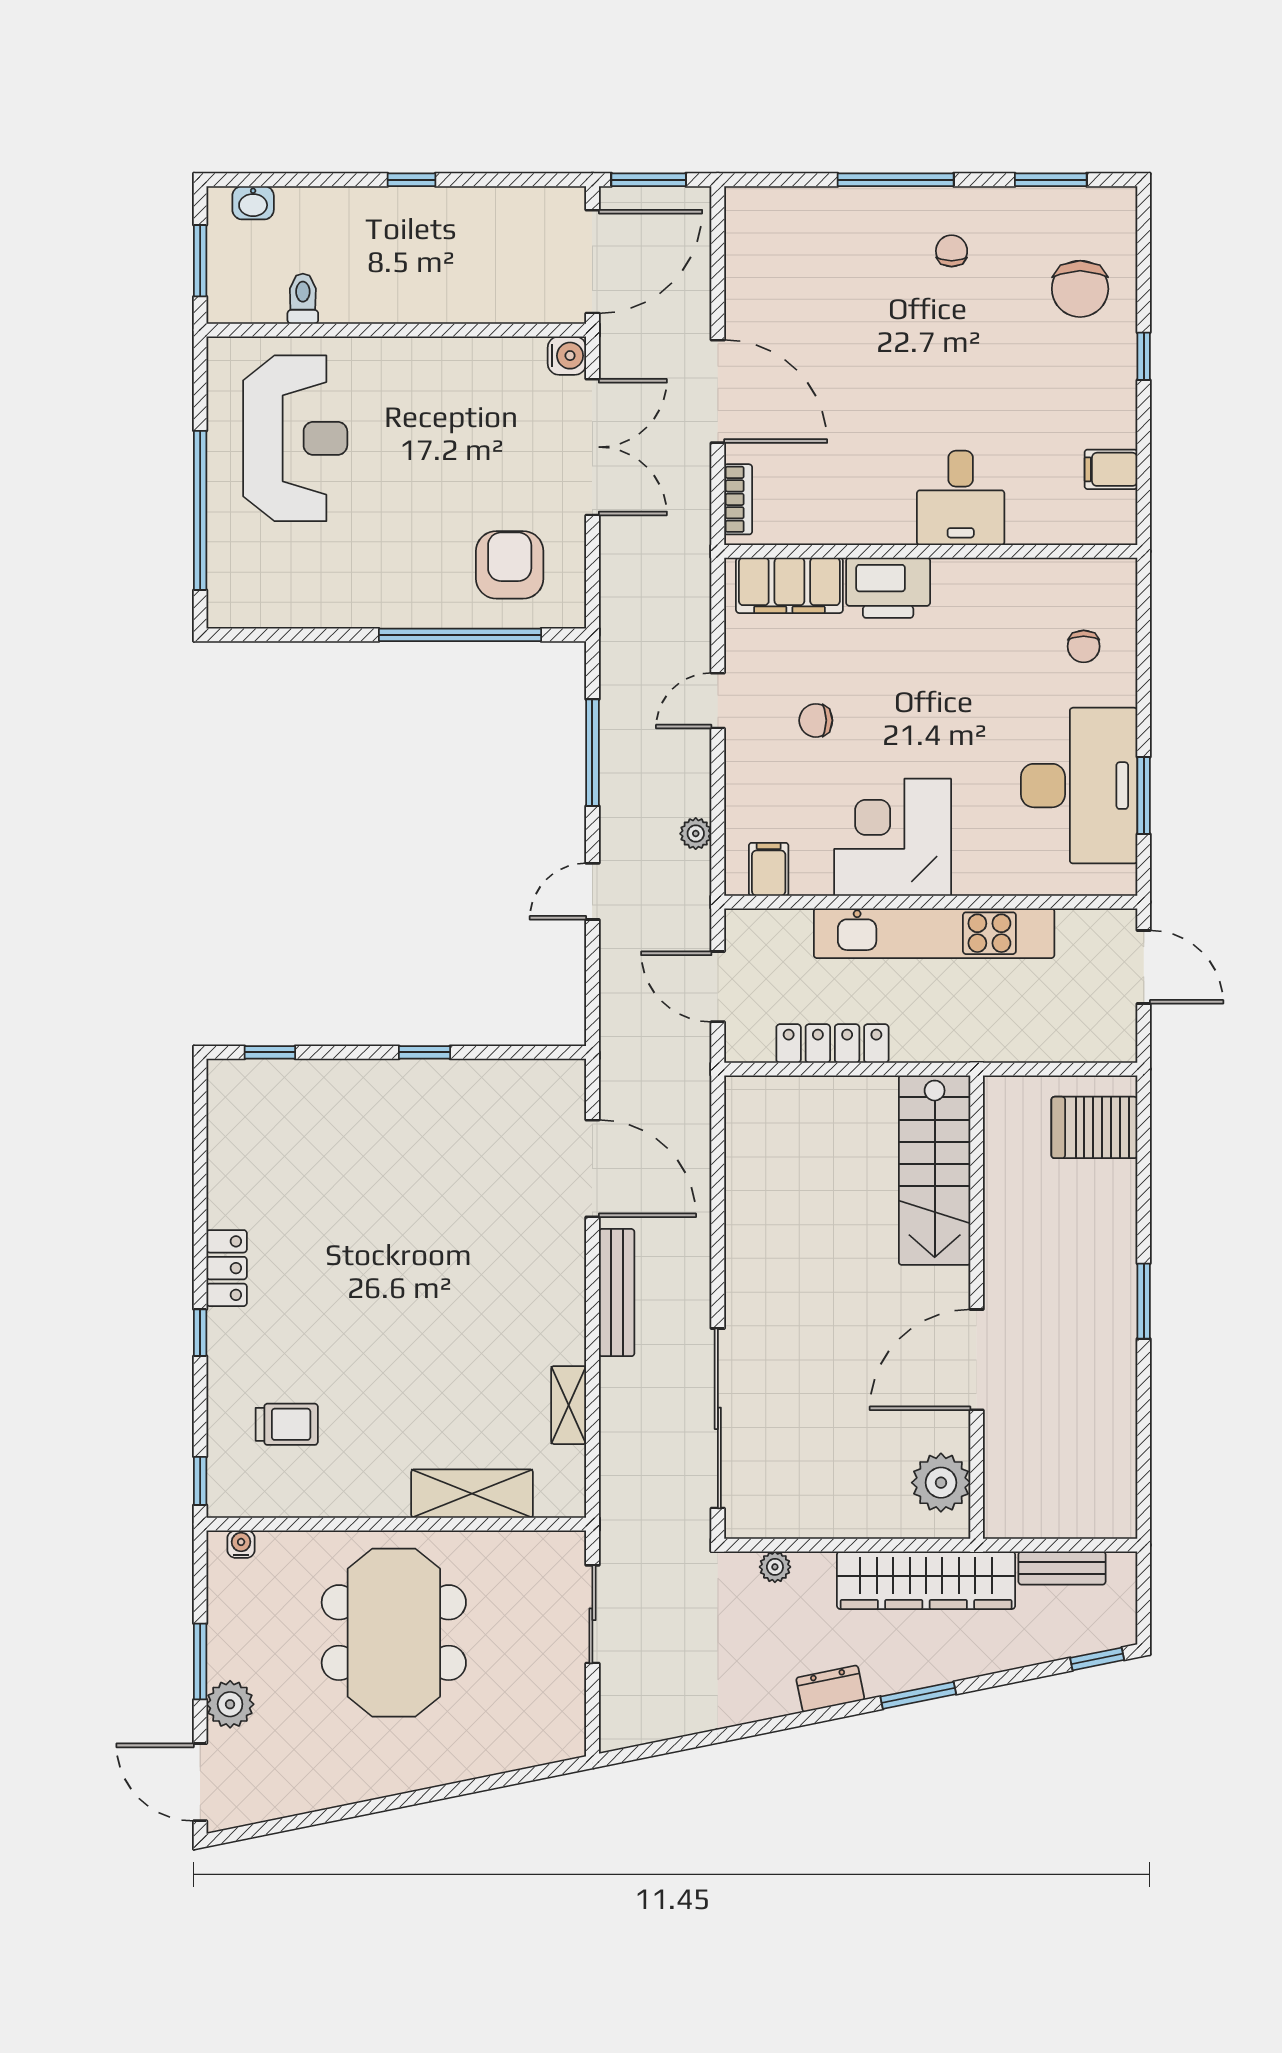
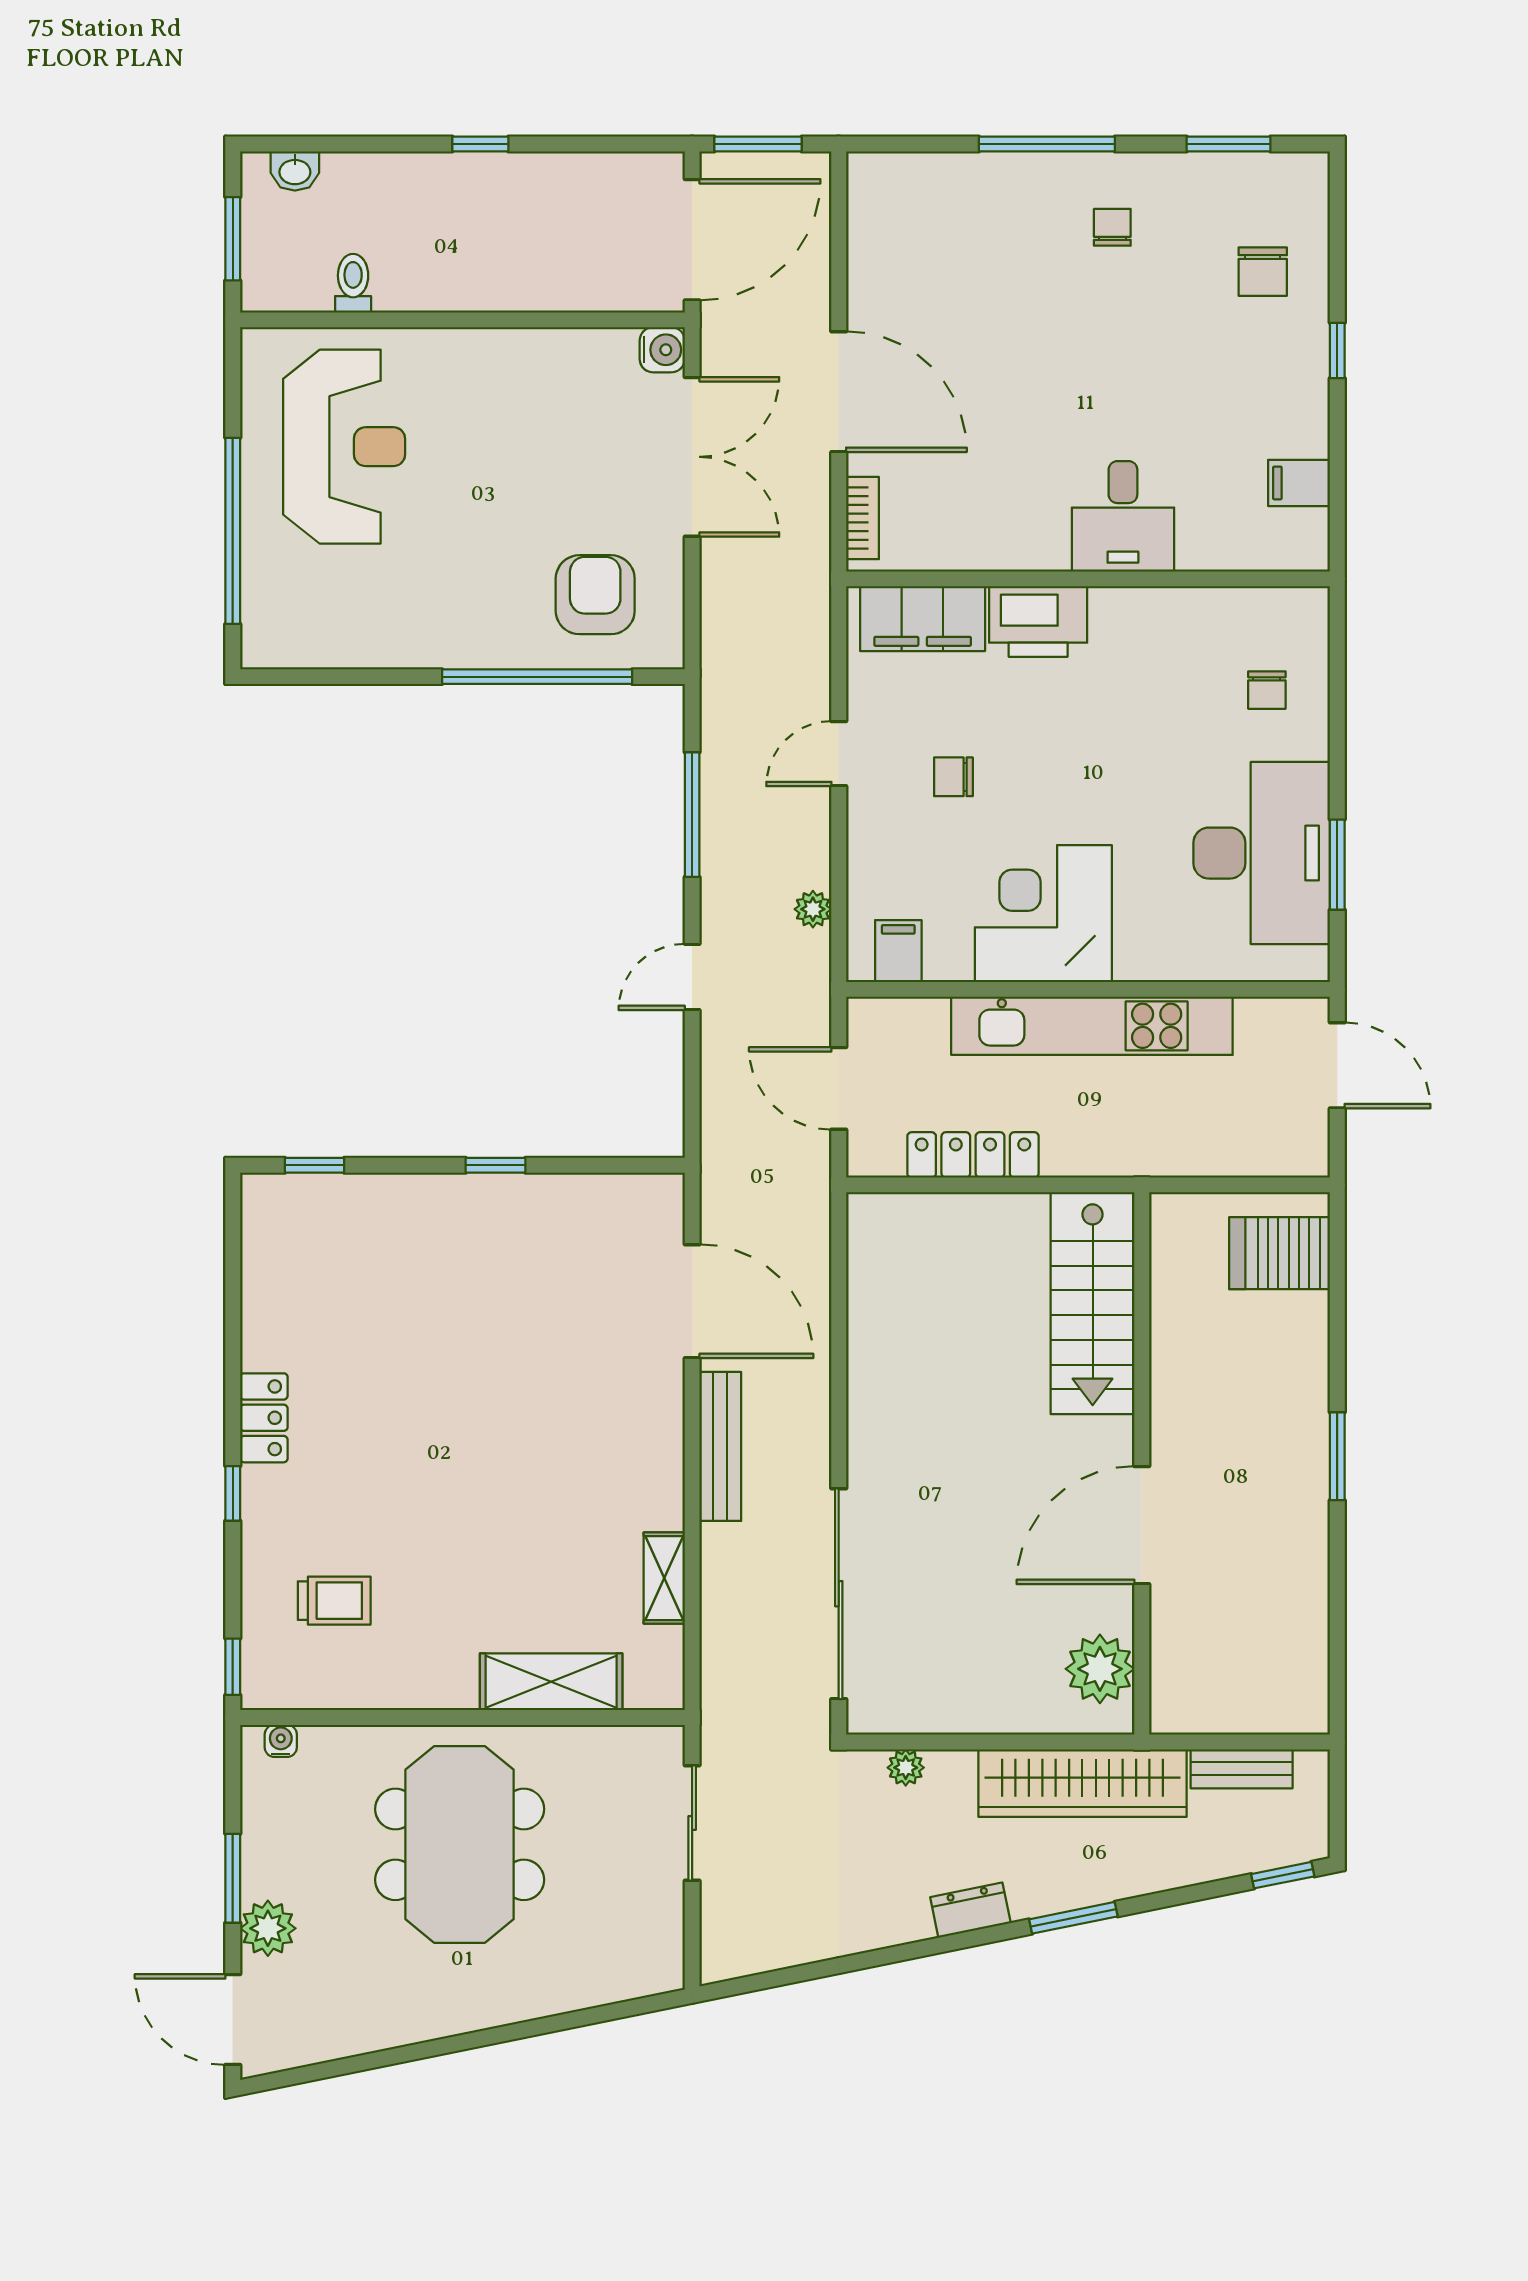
chair: (1080, 289) -> (1263, 272), width x0.73, depth x0.73

